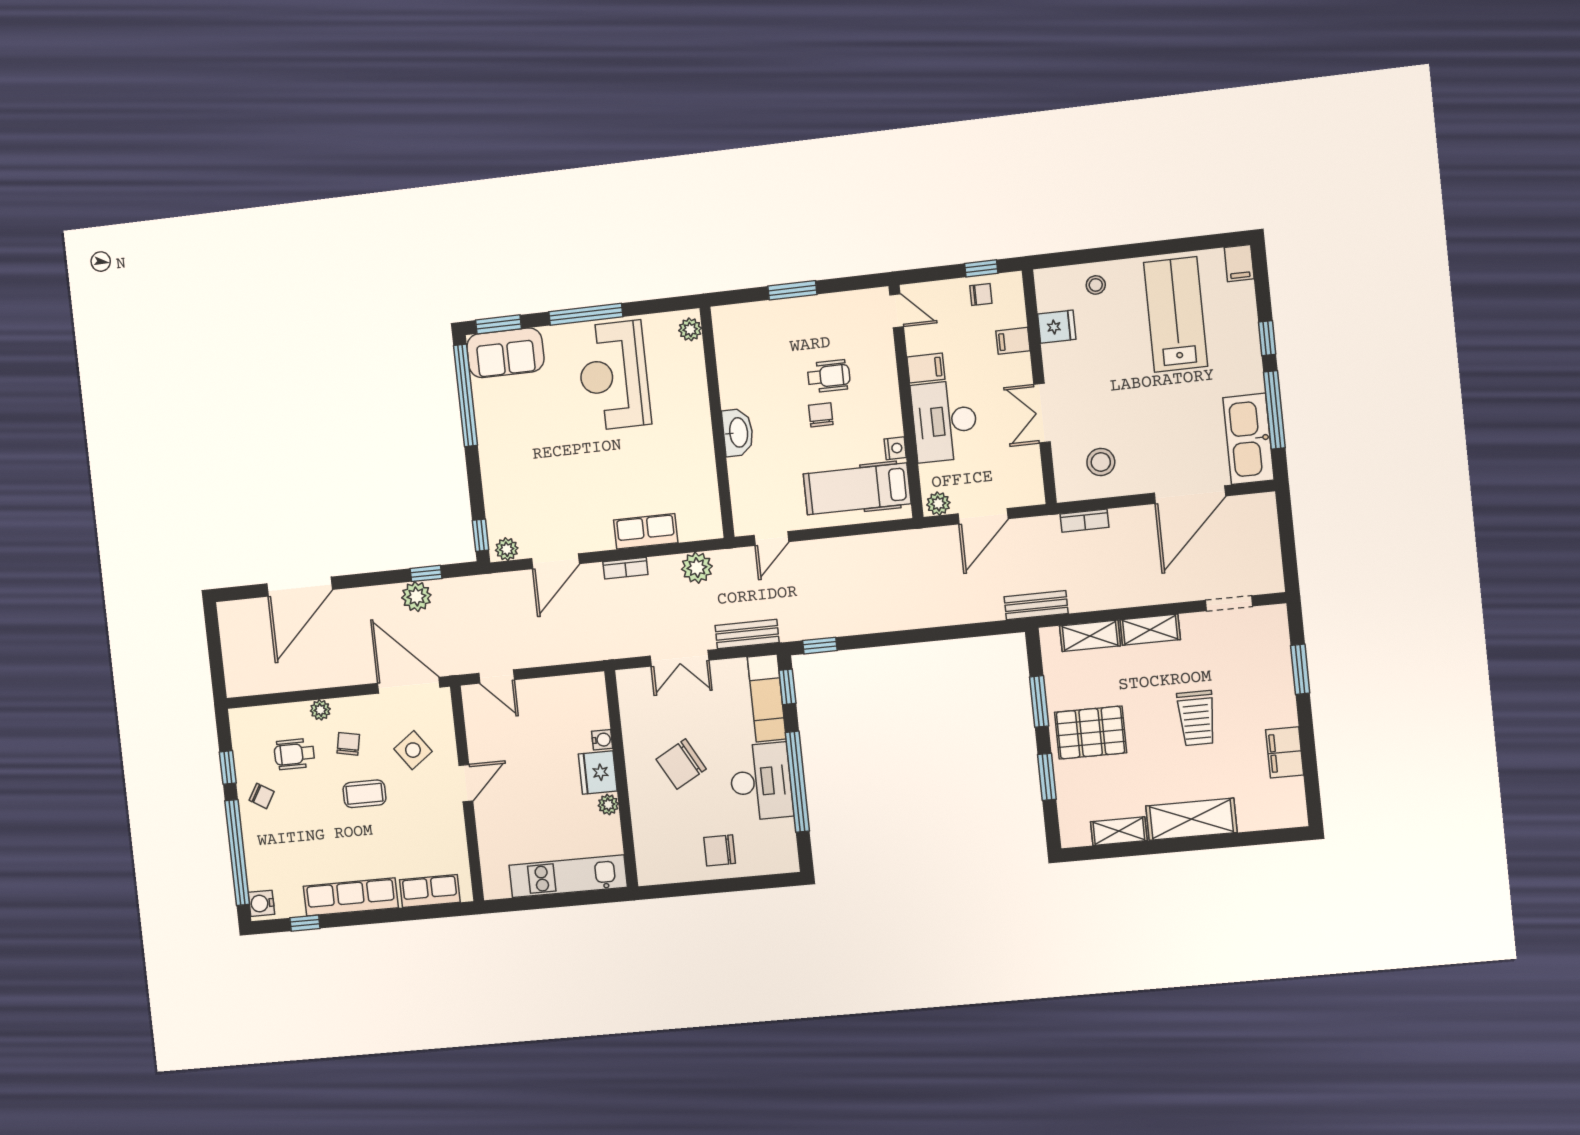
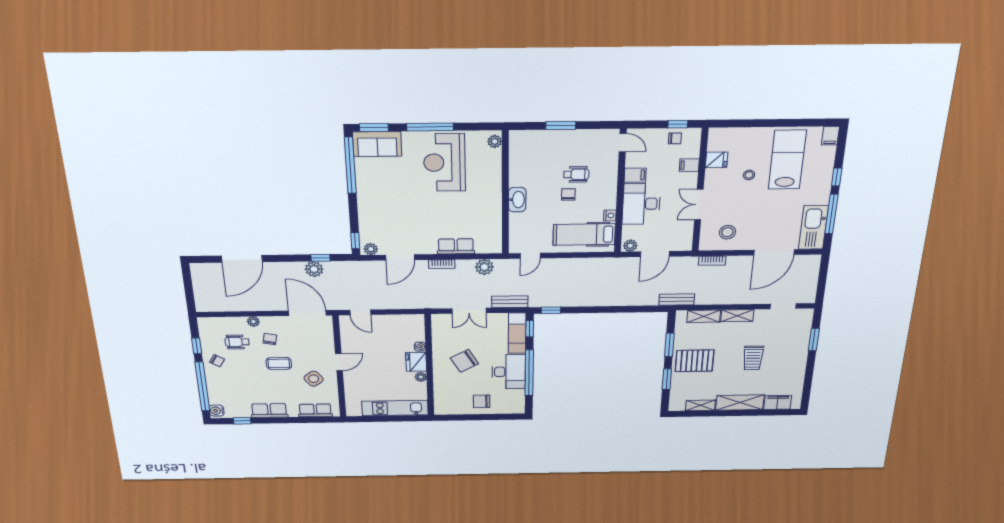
stool: (1096, 285) -> (749, 175), moved
side table: (413, 750) -> (314, 379), moved
filing cabinet: (1285, 752) -> (778, 402), moved, turned 90
row of seats: (351, 897) -> (269, 411), width x0.68

